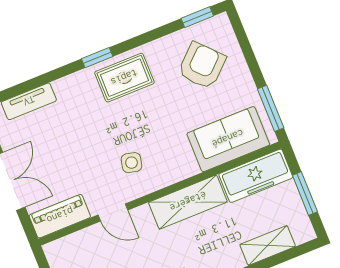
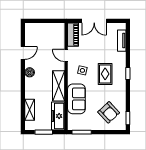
rug: (124, 78) -> (105, 74), moved
sofa: (228, 139) -> (76, 99), moved
door: (113, 213) -> (66, 56), hinge flipped

